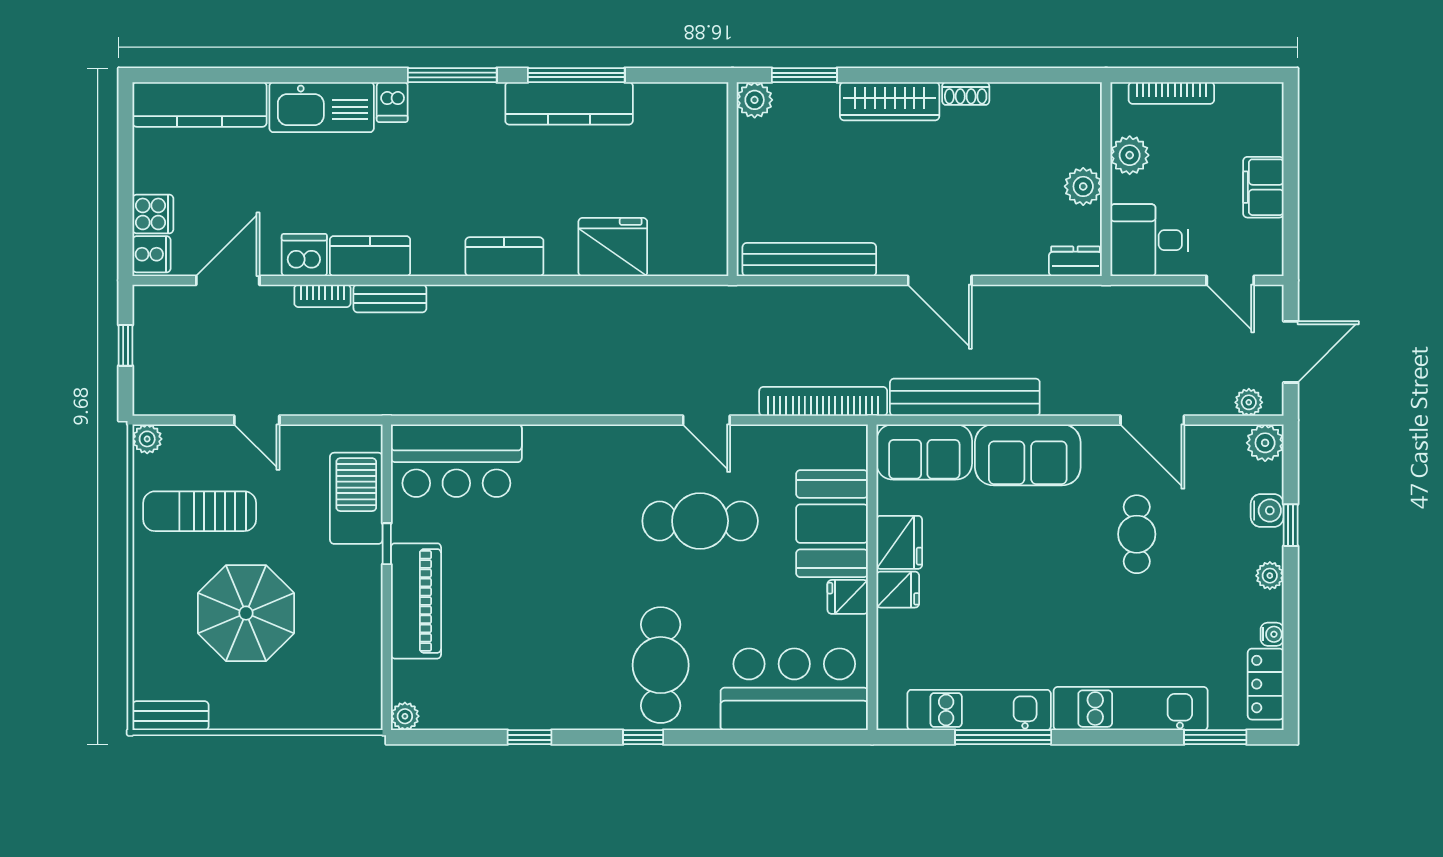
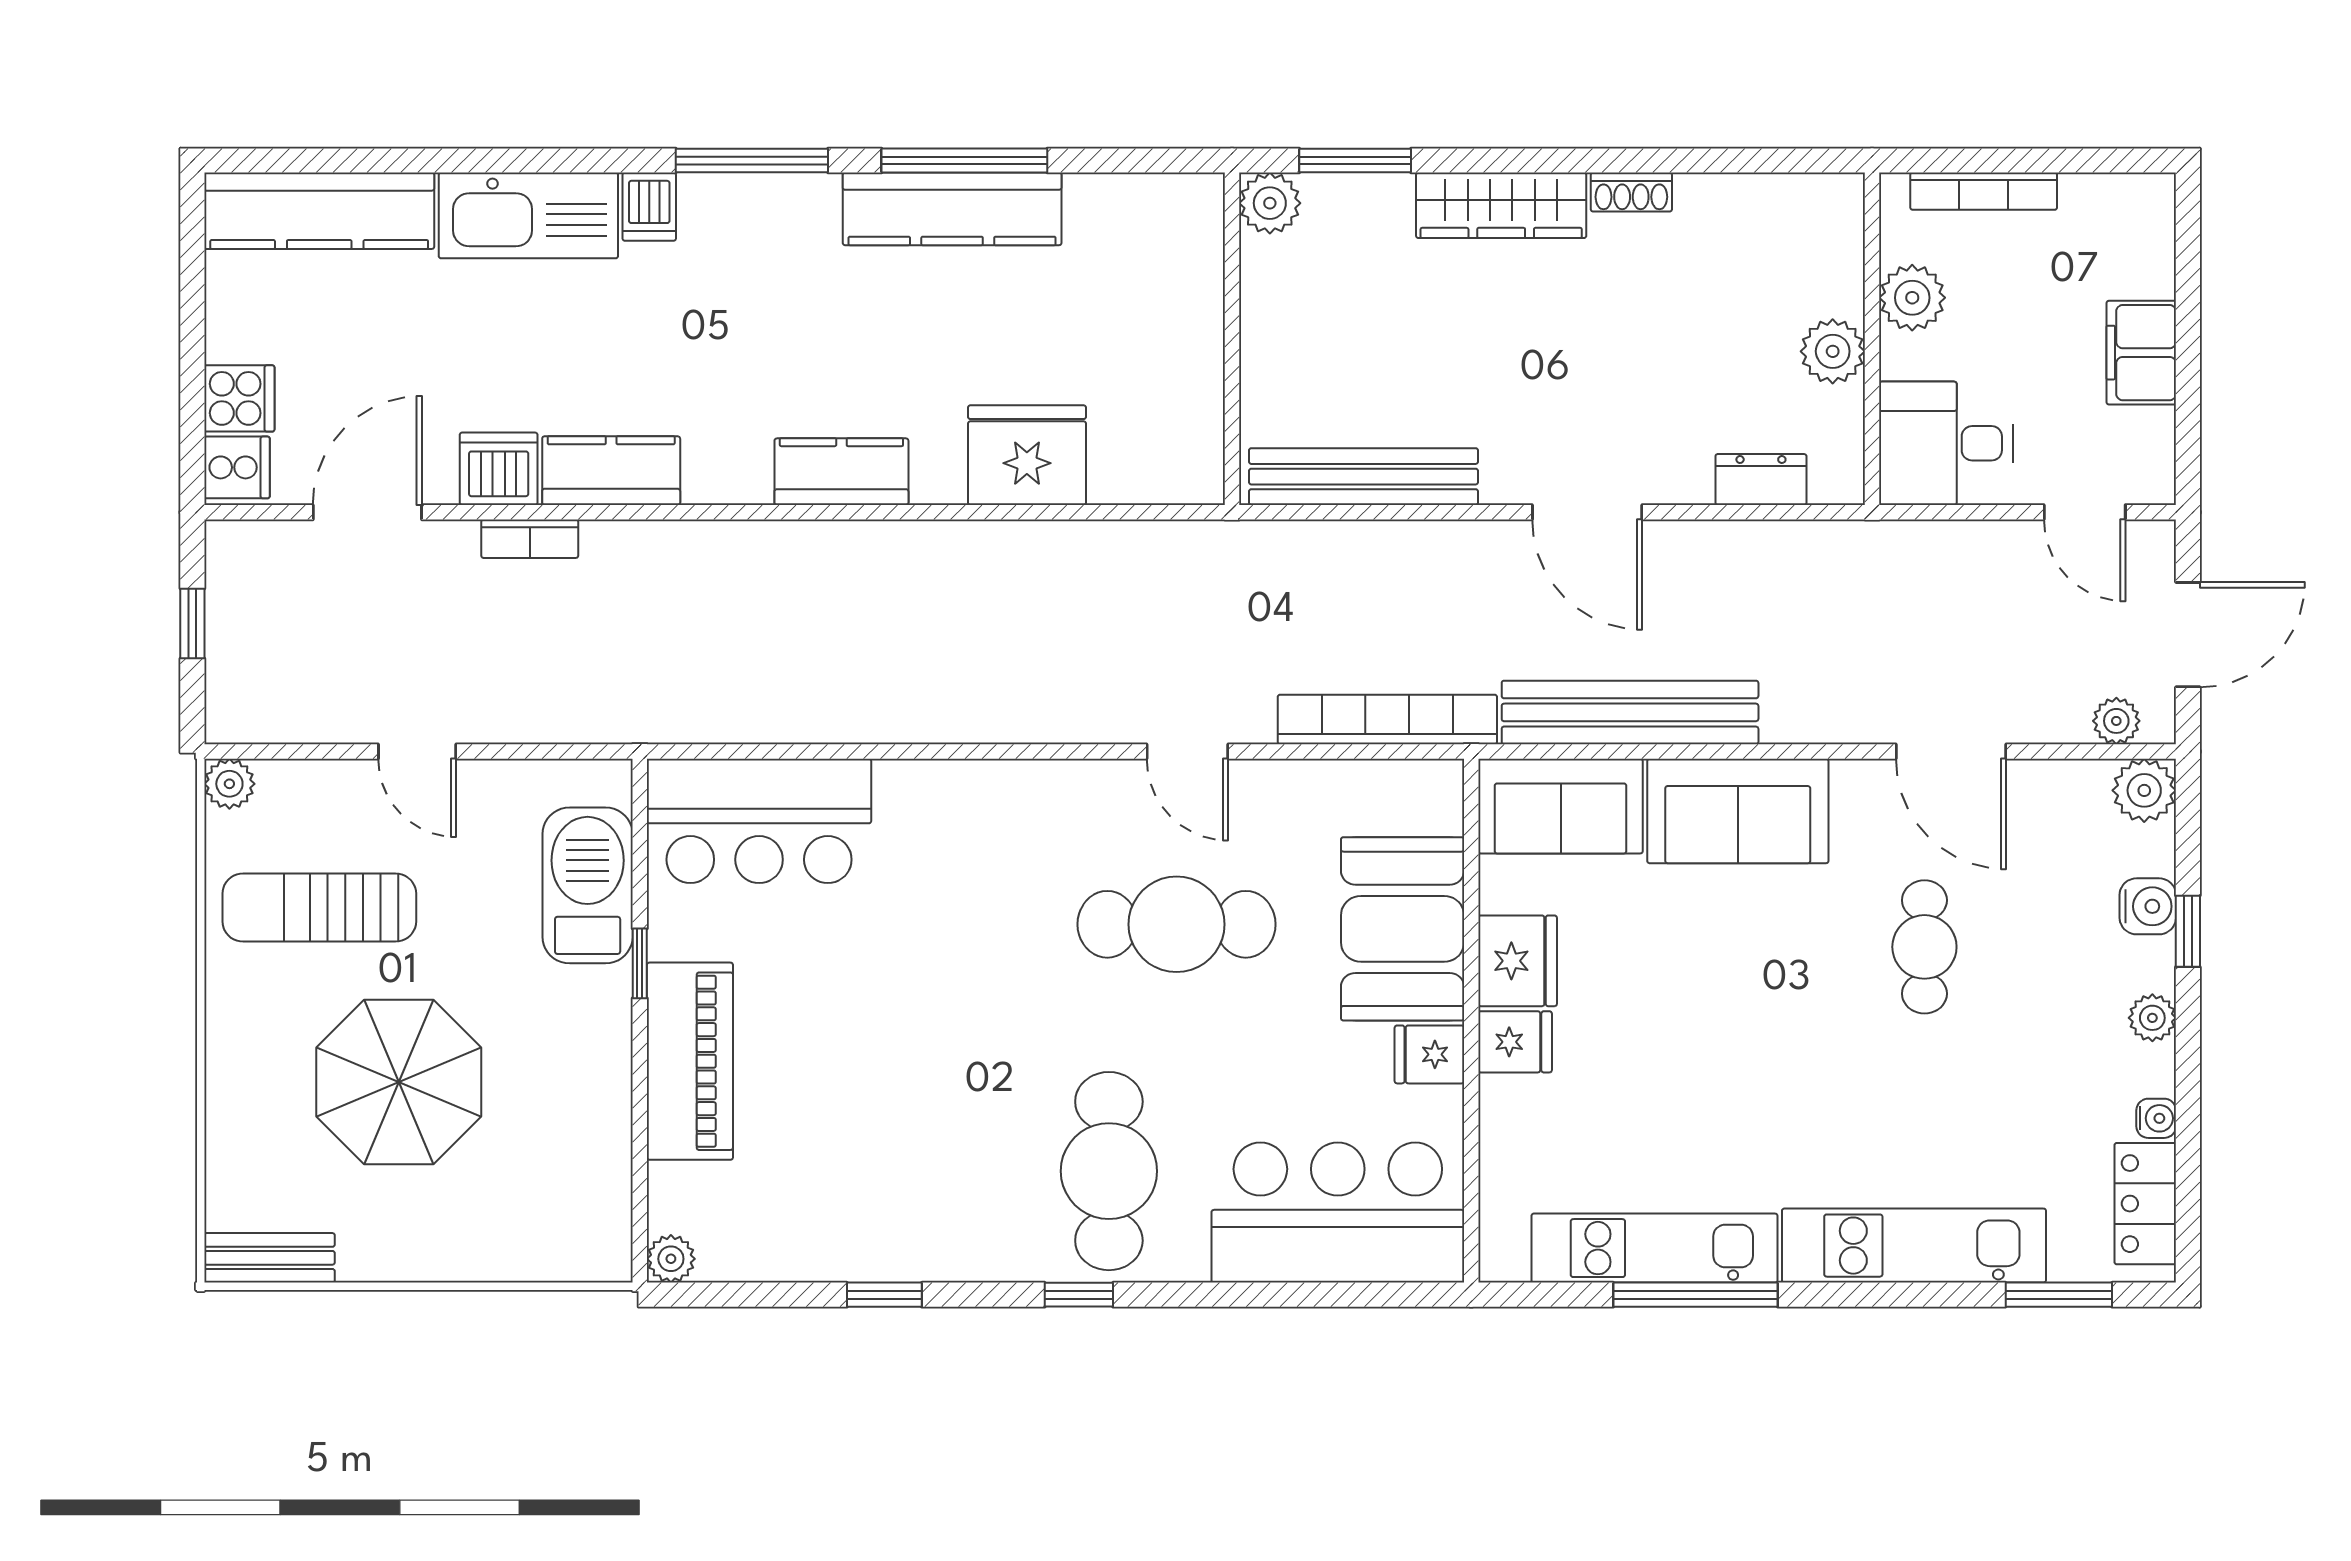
dresser: (1075, 261) -> (1761, 479), moved
bench: (390, 299) -> (645, 543), removed

